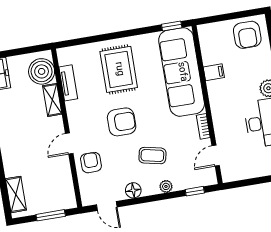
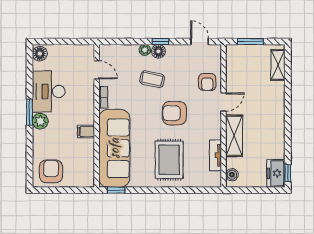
boiler: (42, 71) -> (232, 175), width x0.54, depth x0.54
filing cabinet: (214, 72) -> (86, 131), moved
shelving: (52, 100) -> (234, 136), width x1.50, depth x1.33
door: (216, 156) -> (97, 70), hinge flipped
floor lamp: (133, 190) -> (158, 51), moved
window: (195, 191) -> (161, 42), moved

